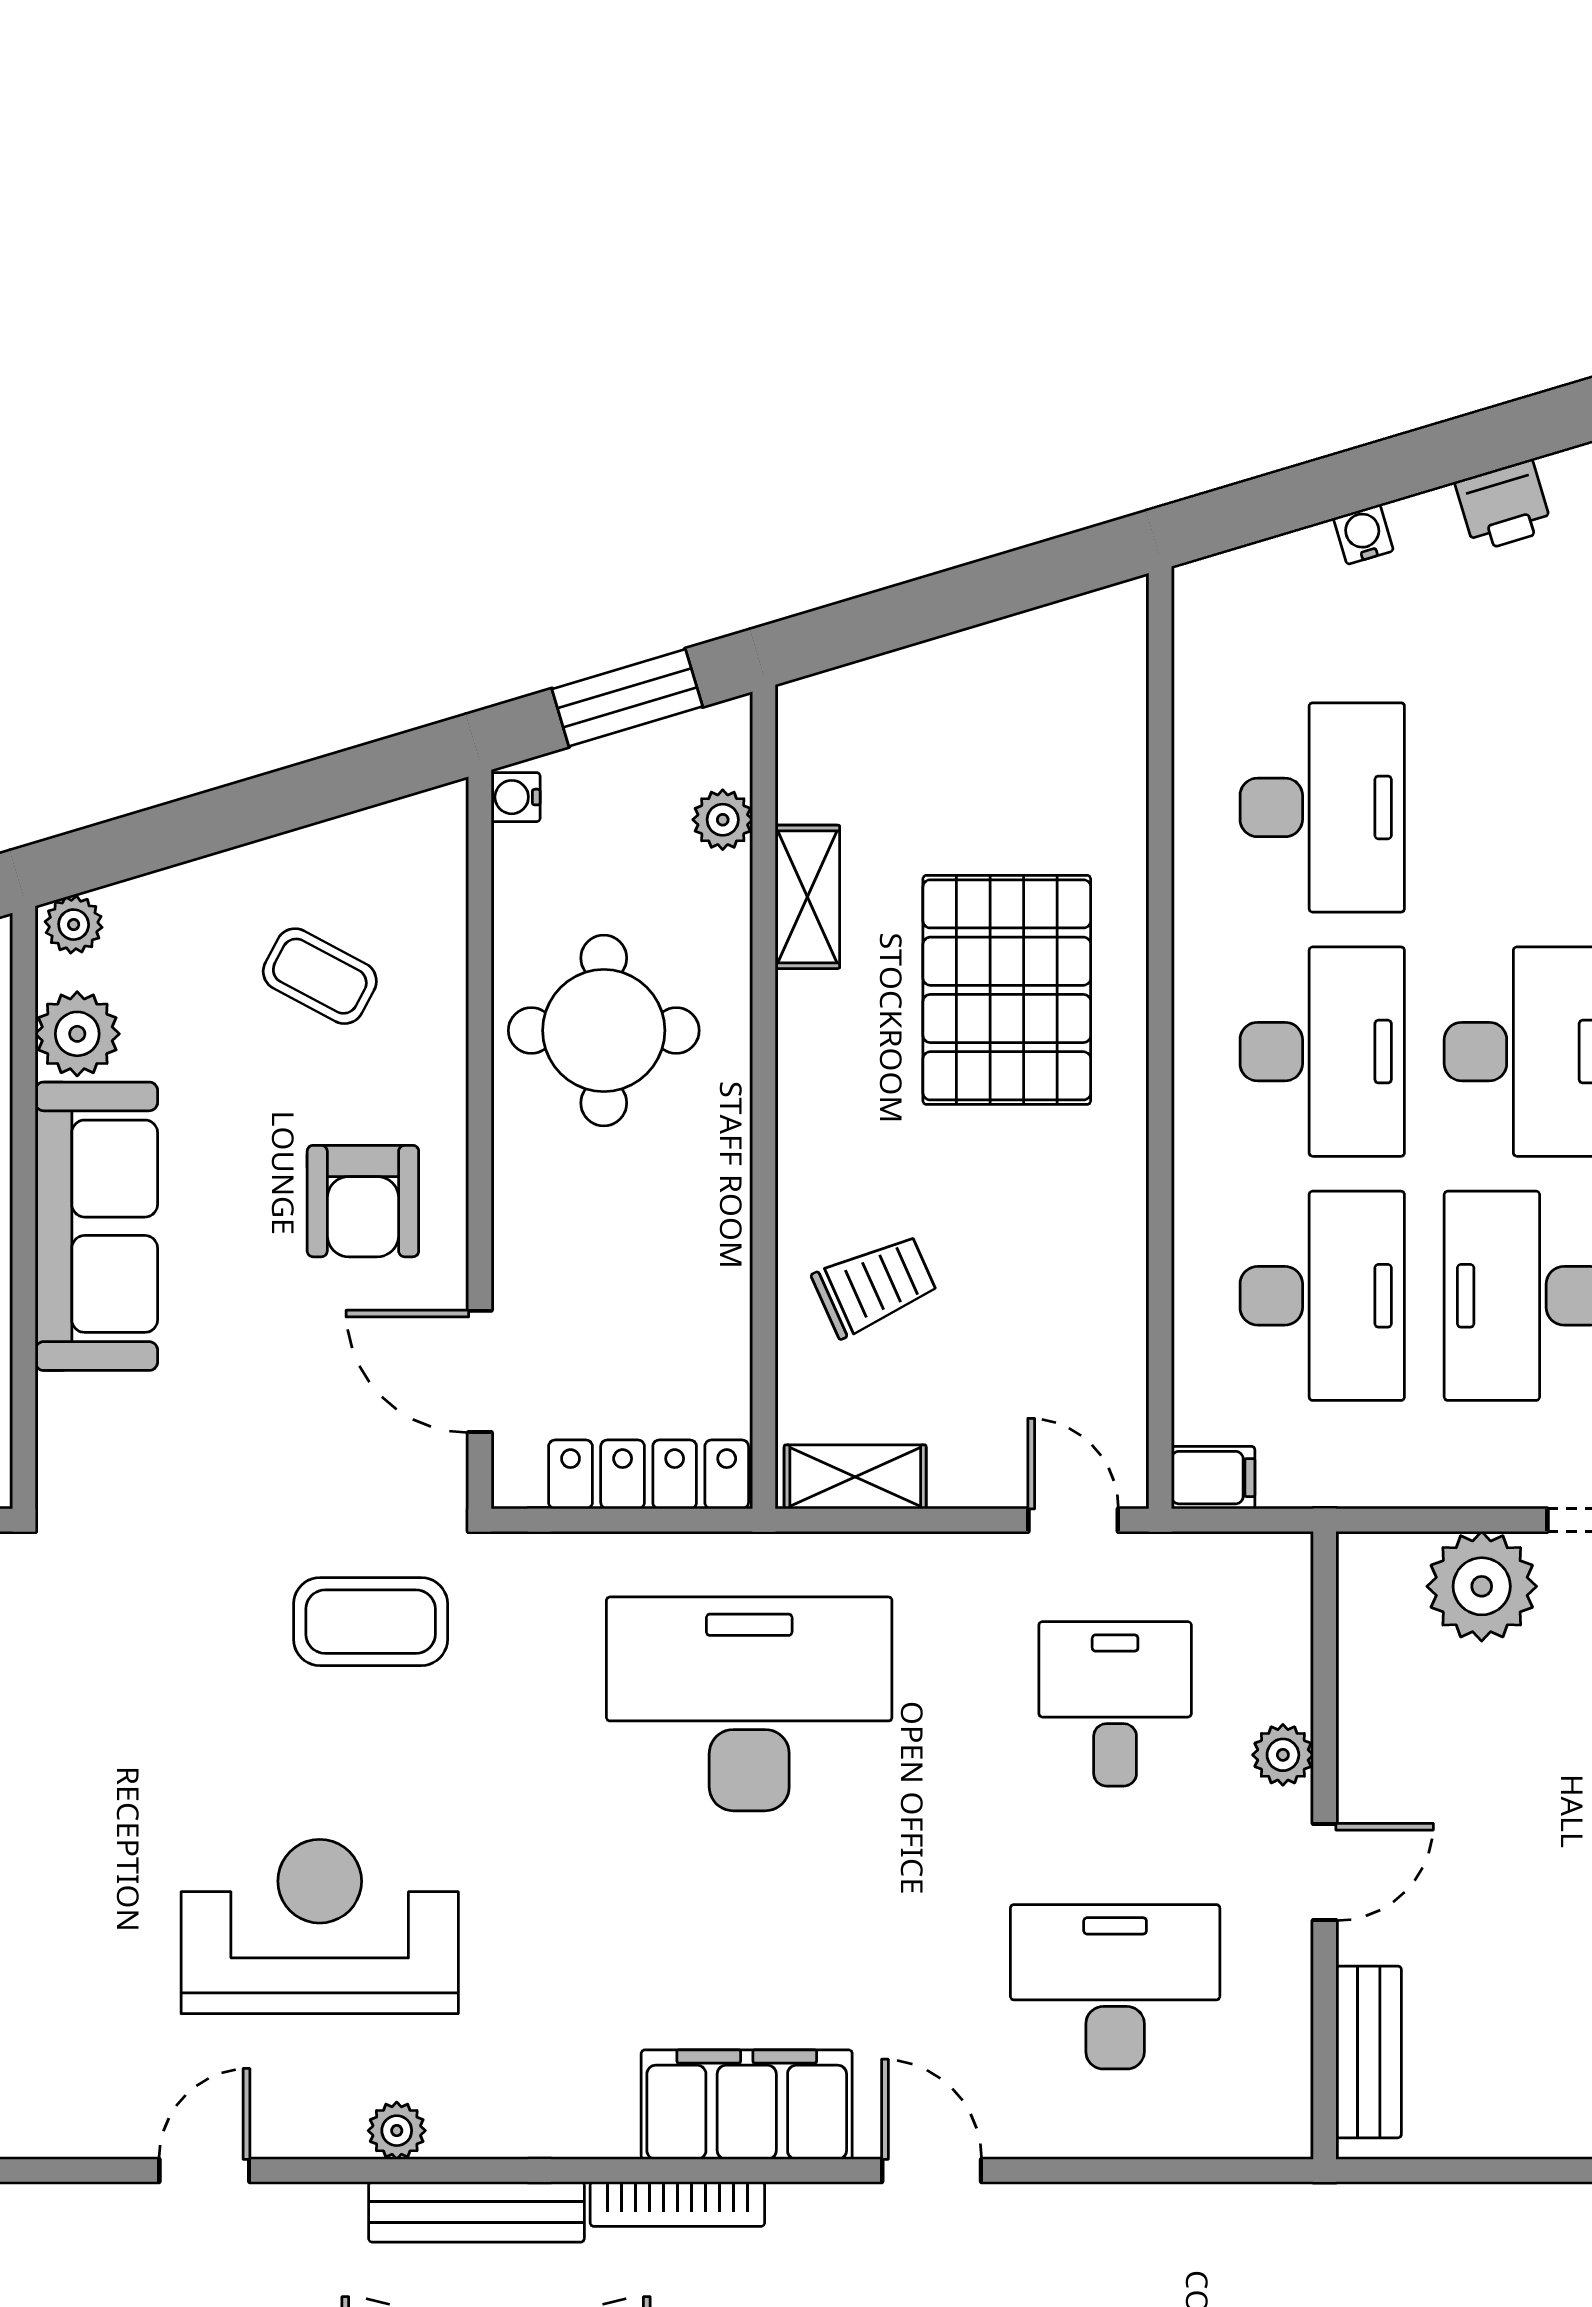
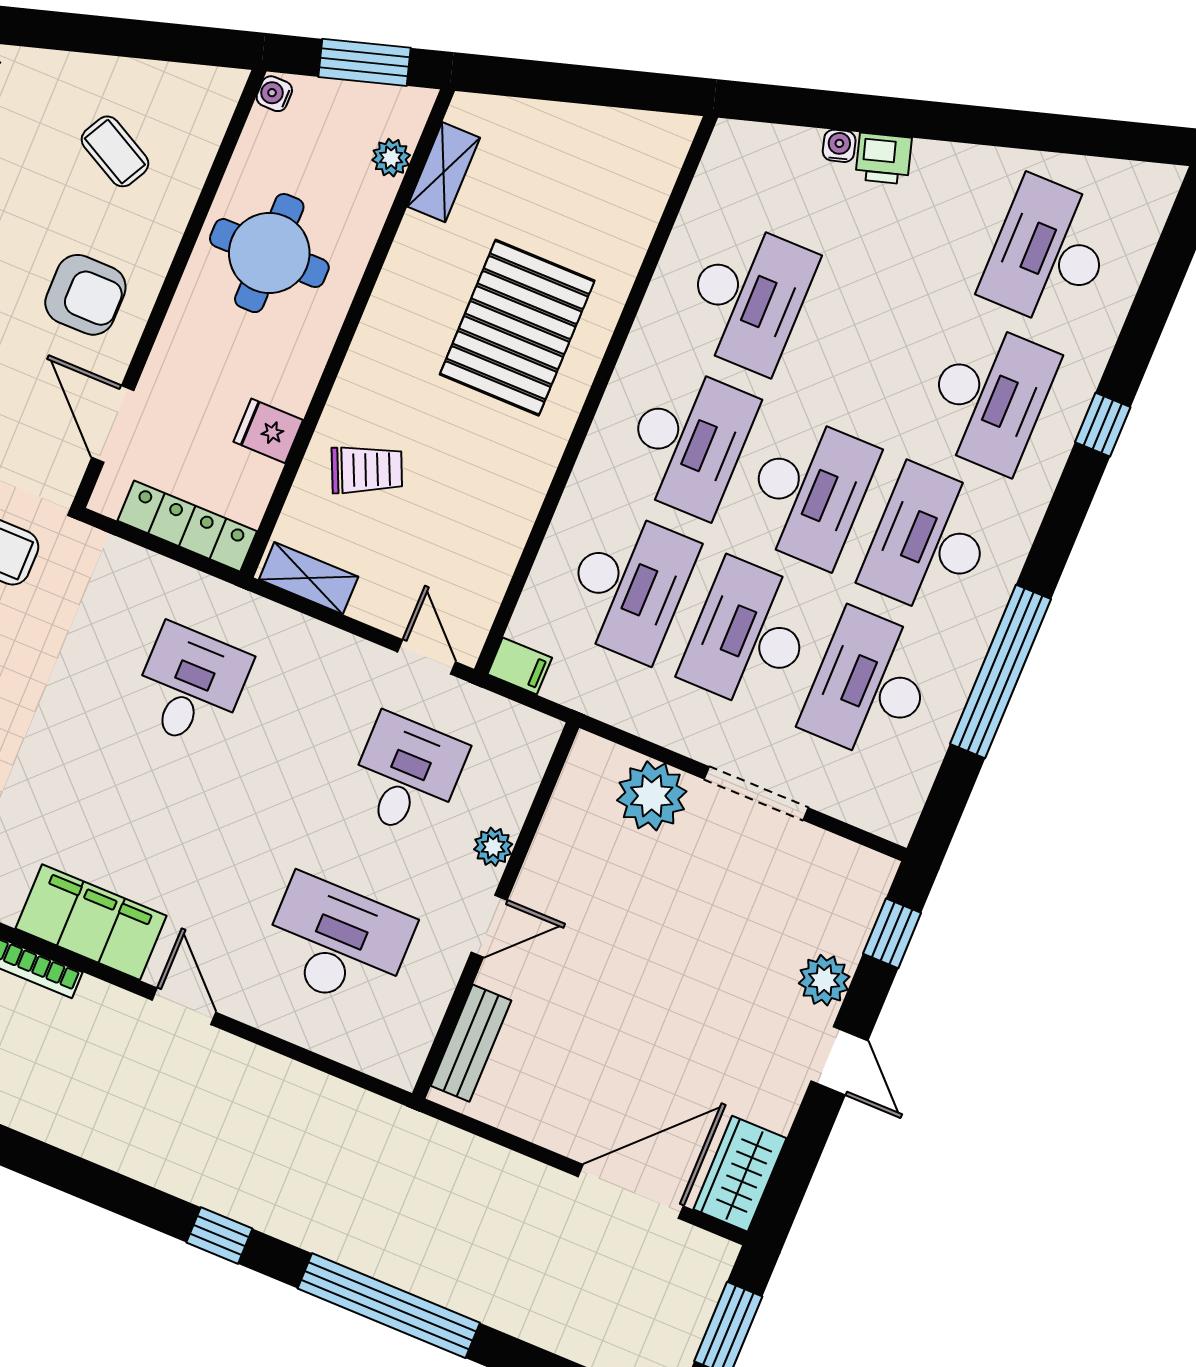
printer: (1504, 506) -> (883, 159), moved
shelving: (807, 897) -> (444, 172), moved
armchair: (363, 1201) -> (85, 295), turned -90
fridge: (709, 1288) -> (268, 431), added
desk: (749, 1704) -> (190, 686), width x0.53, depth x0.77

